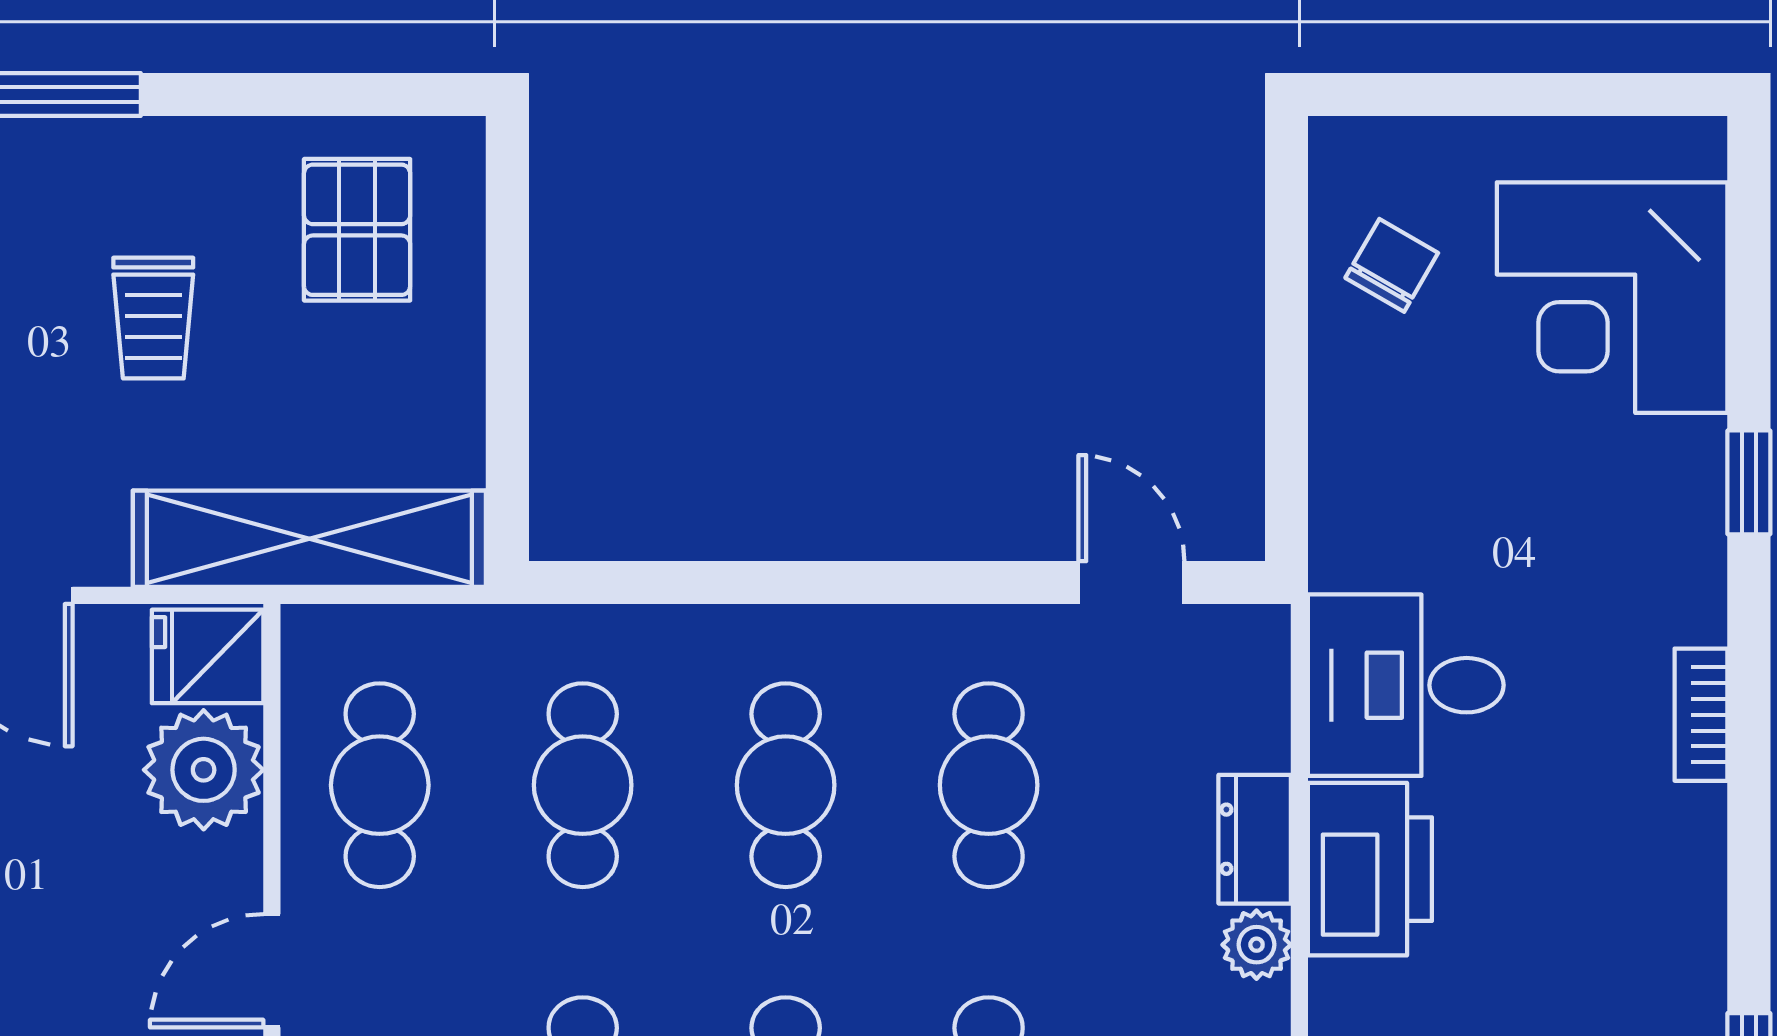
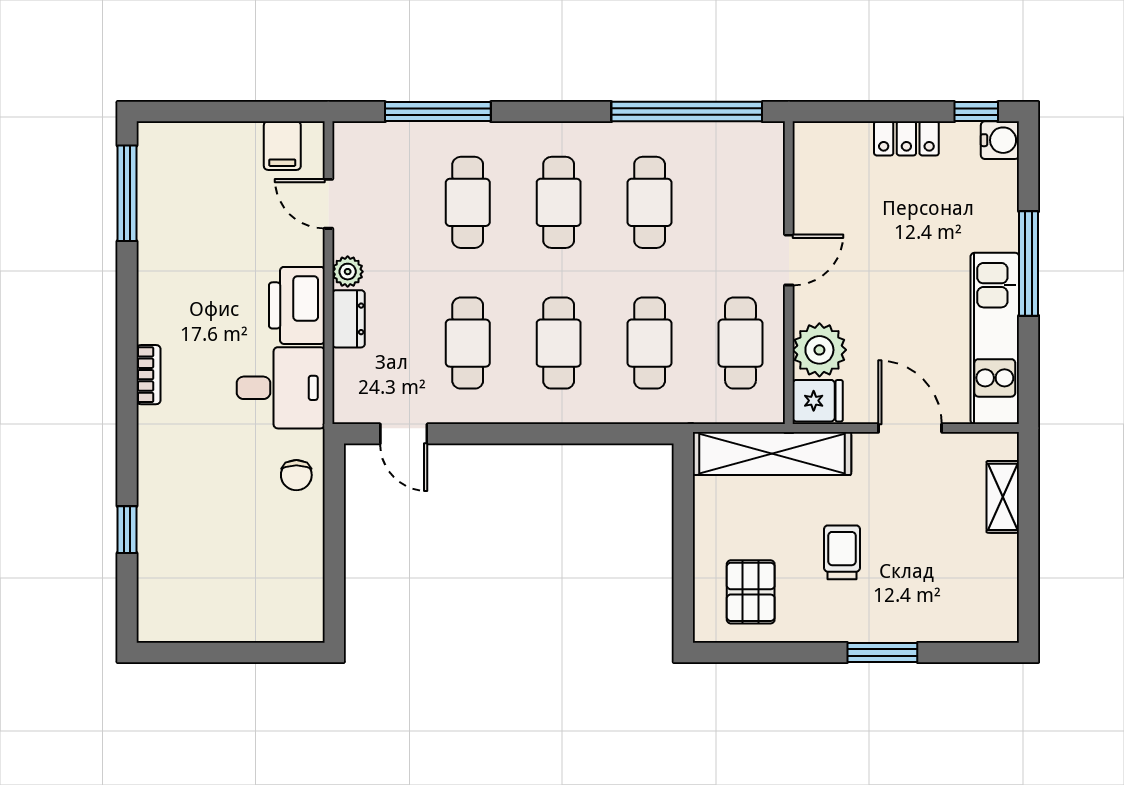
chair: (1392, 265) -> (296, 475), moved, turned -30
corner desk: (1612, 298) -> (188, 562), removed
window: (1749, 482) -> (127, 530), moved

